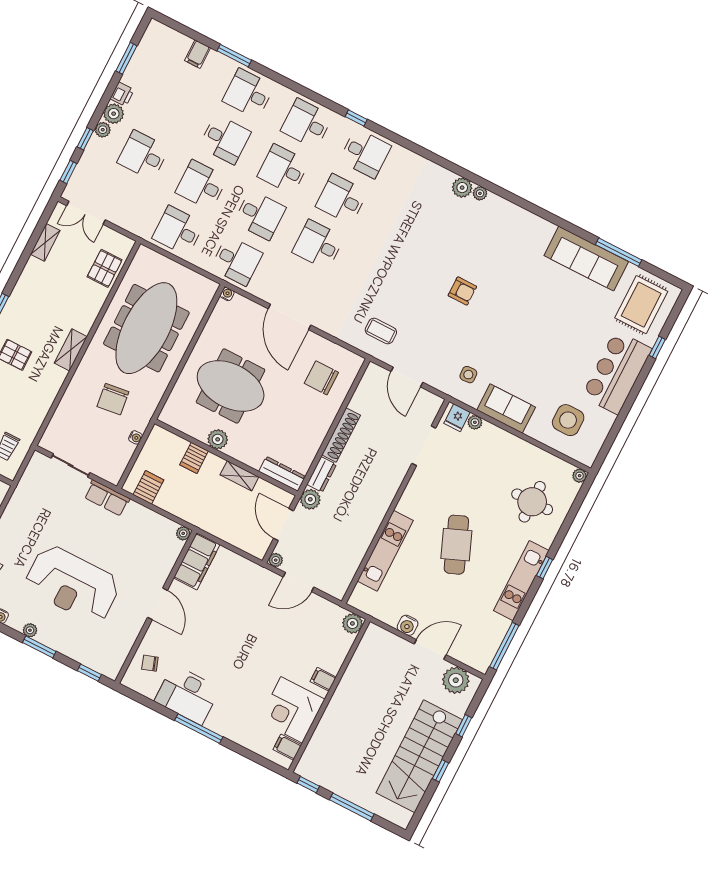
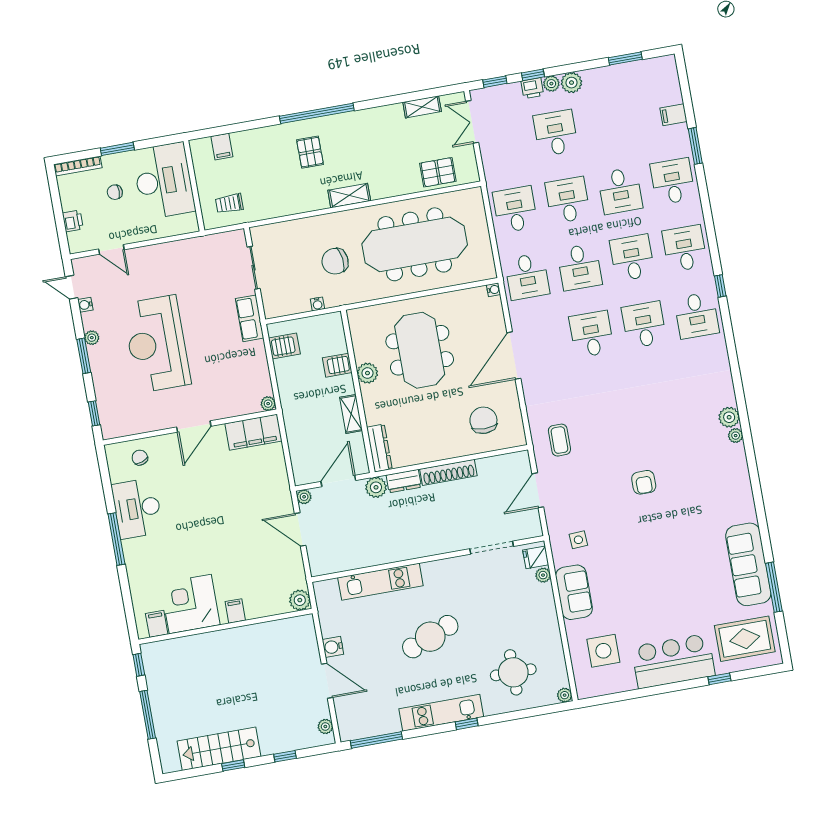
printer: (122, 94) -> (532, 88), moved
plant: (456, 680) -> (325, 727), width x0.53, depth x0.53
stairs: (419, 756) -> (219, 749), width x0.73, depth x0.66

